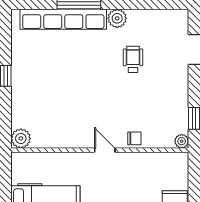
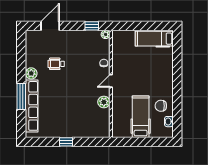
plant: (21, 138) -> (104, 102), moved

